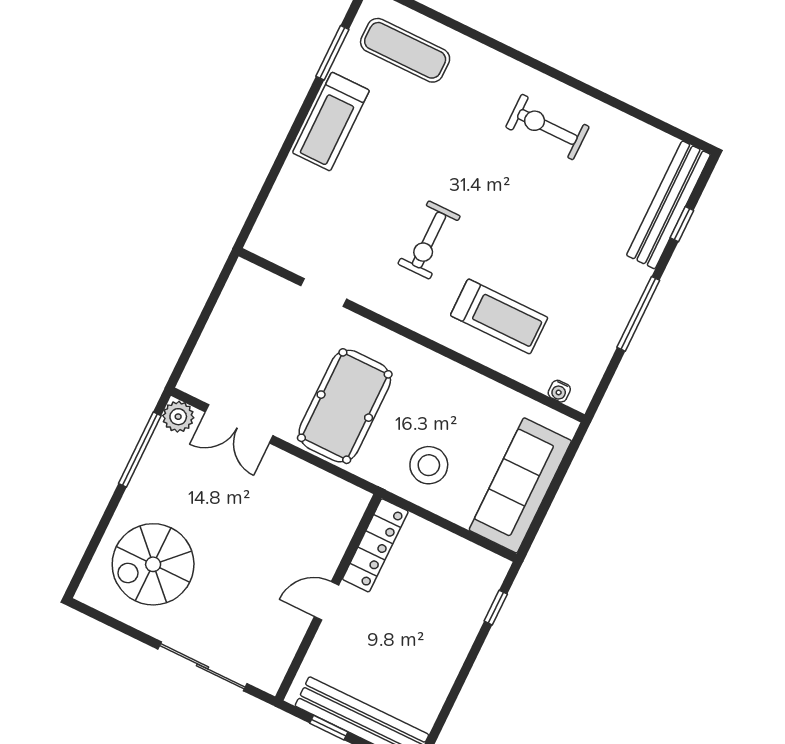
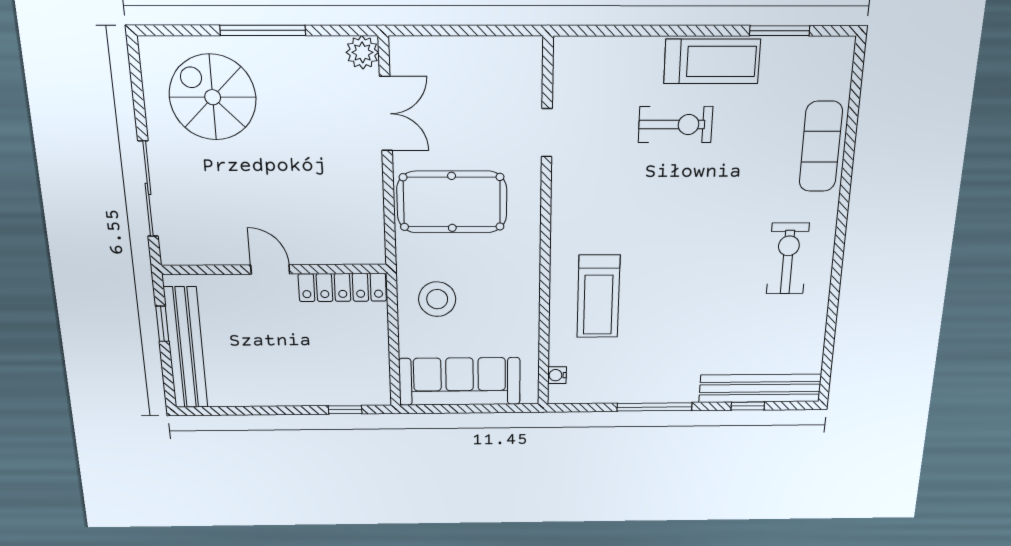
exercise mat: (405, 50) -> (821, 147), moved
treadmill: (331, 122) -> (712, 61), turned 180
exercise bike: (429, 240) -> (675, 125), moved, turned 180
double door: (239, 424) -> (386, 114), swing flipped
window: (140, 450) -> (263, 30), moved

